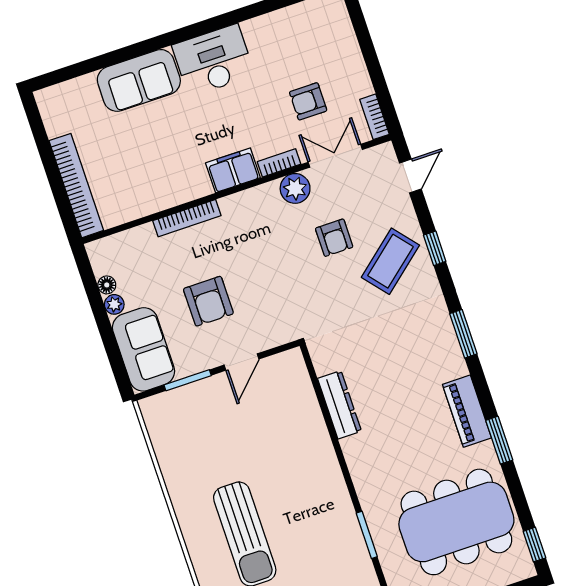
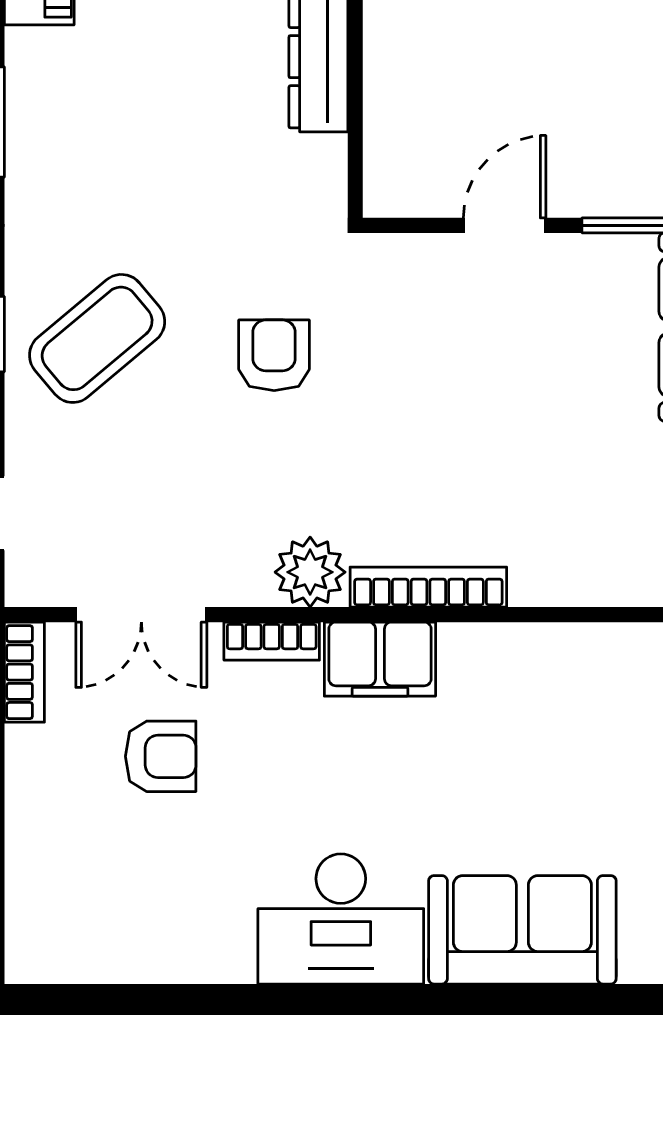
plant: (295, 188) -> (310, 572), moved
bookcase: (187, 218) -> (428, 587), moved
armchair: (334, 238) -> (274, 355), moved
armchair: (208, 301) -> (533, 386), removed

